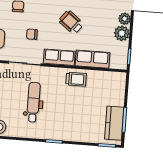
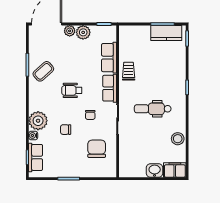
wheelchair: (71, 22) -> (72, 90), moved, turned 52

